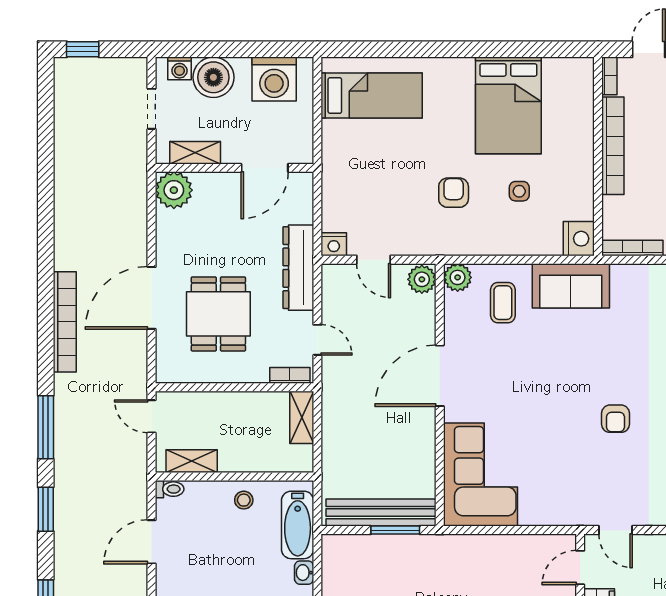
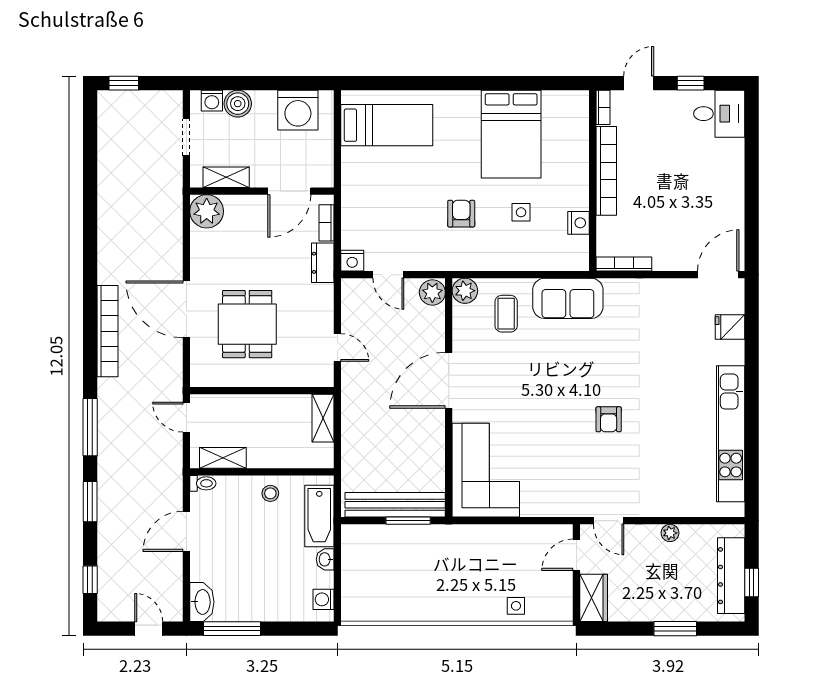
boiler: (213, 77) -> (238, 104), width x0.73, depth x0.73
nightstand: (579, 239) -> (579, 223), moved, width x0.74, depth x0.75
dresser: (298, 268) -> (323, 263), width x0.51, depth x0.80
door: (152, 298) -> (186, 309), hinge flipped
bookcase: (290, 375) -> (326, 223), moved, turned -90

